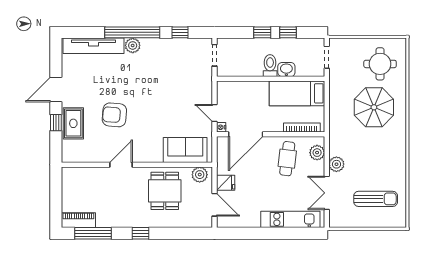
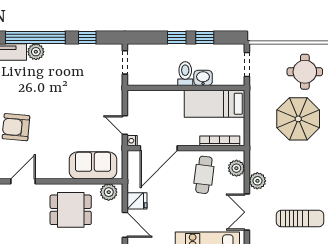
dining table: (165, 191) -> (71, 210), turned 90

